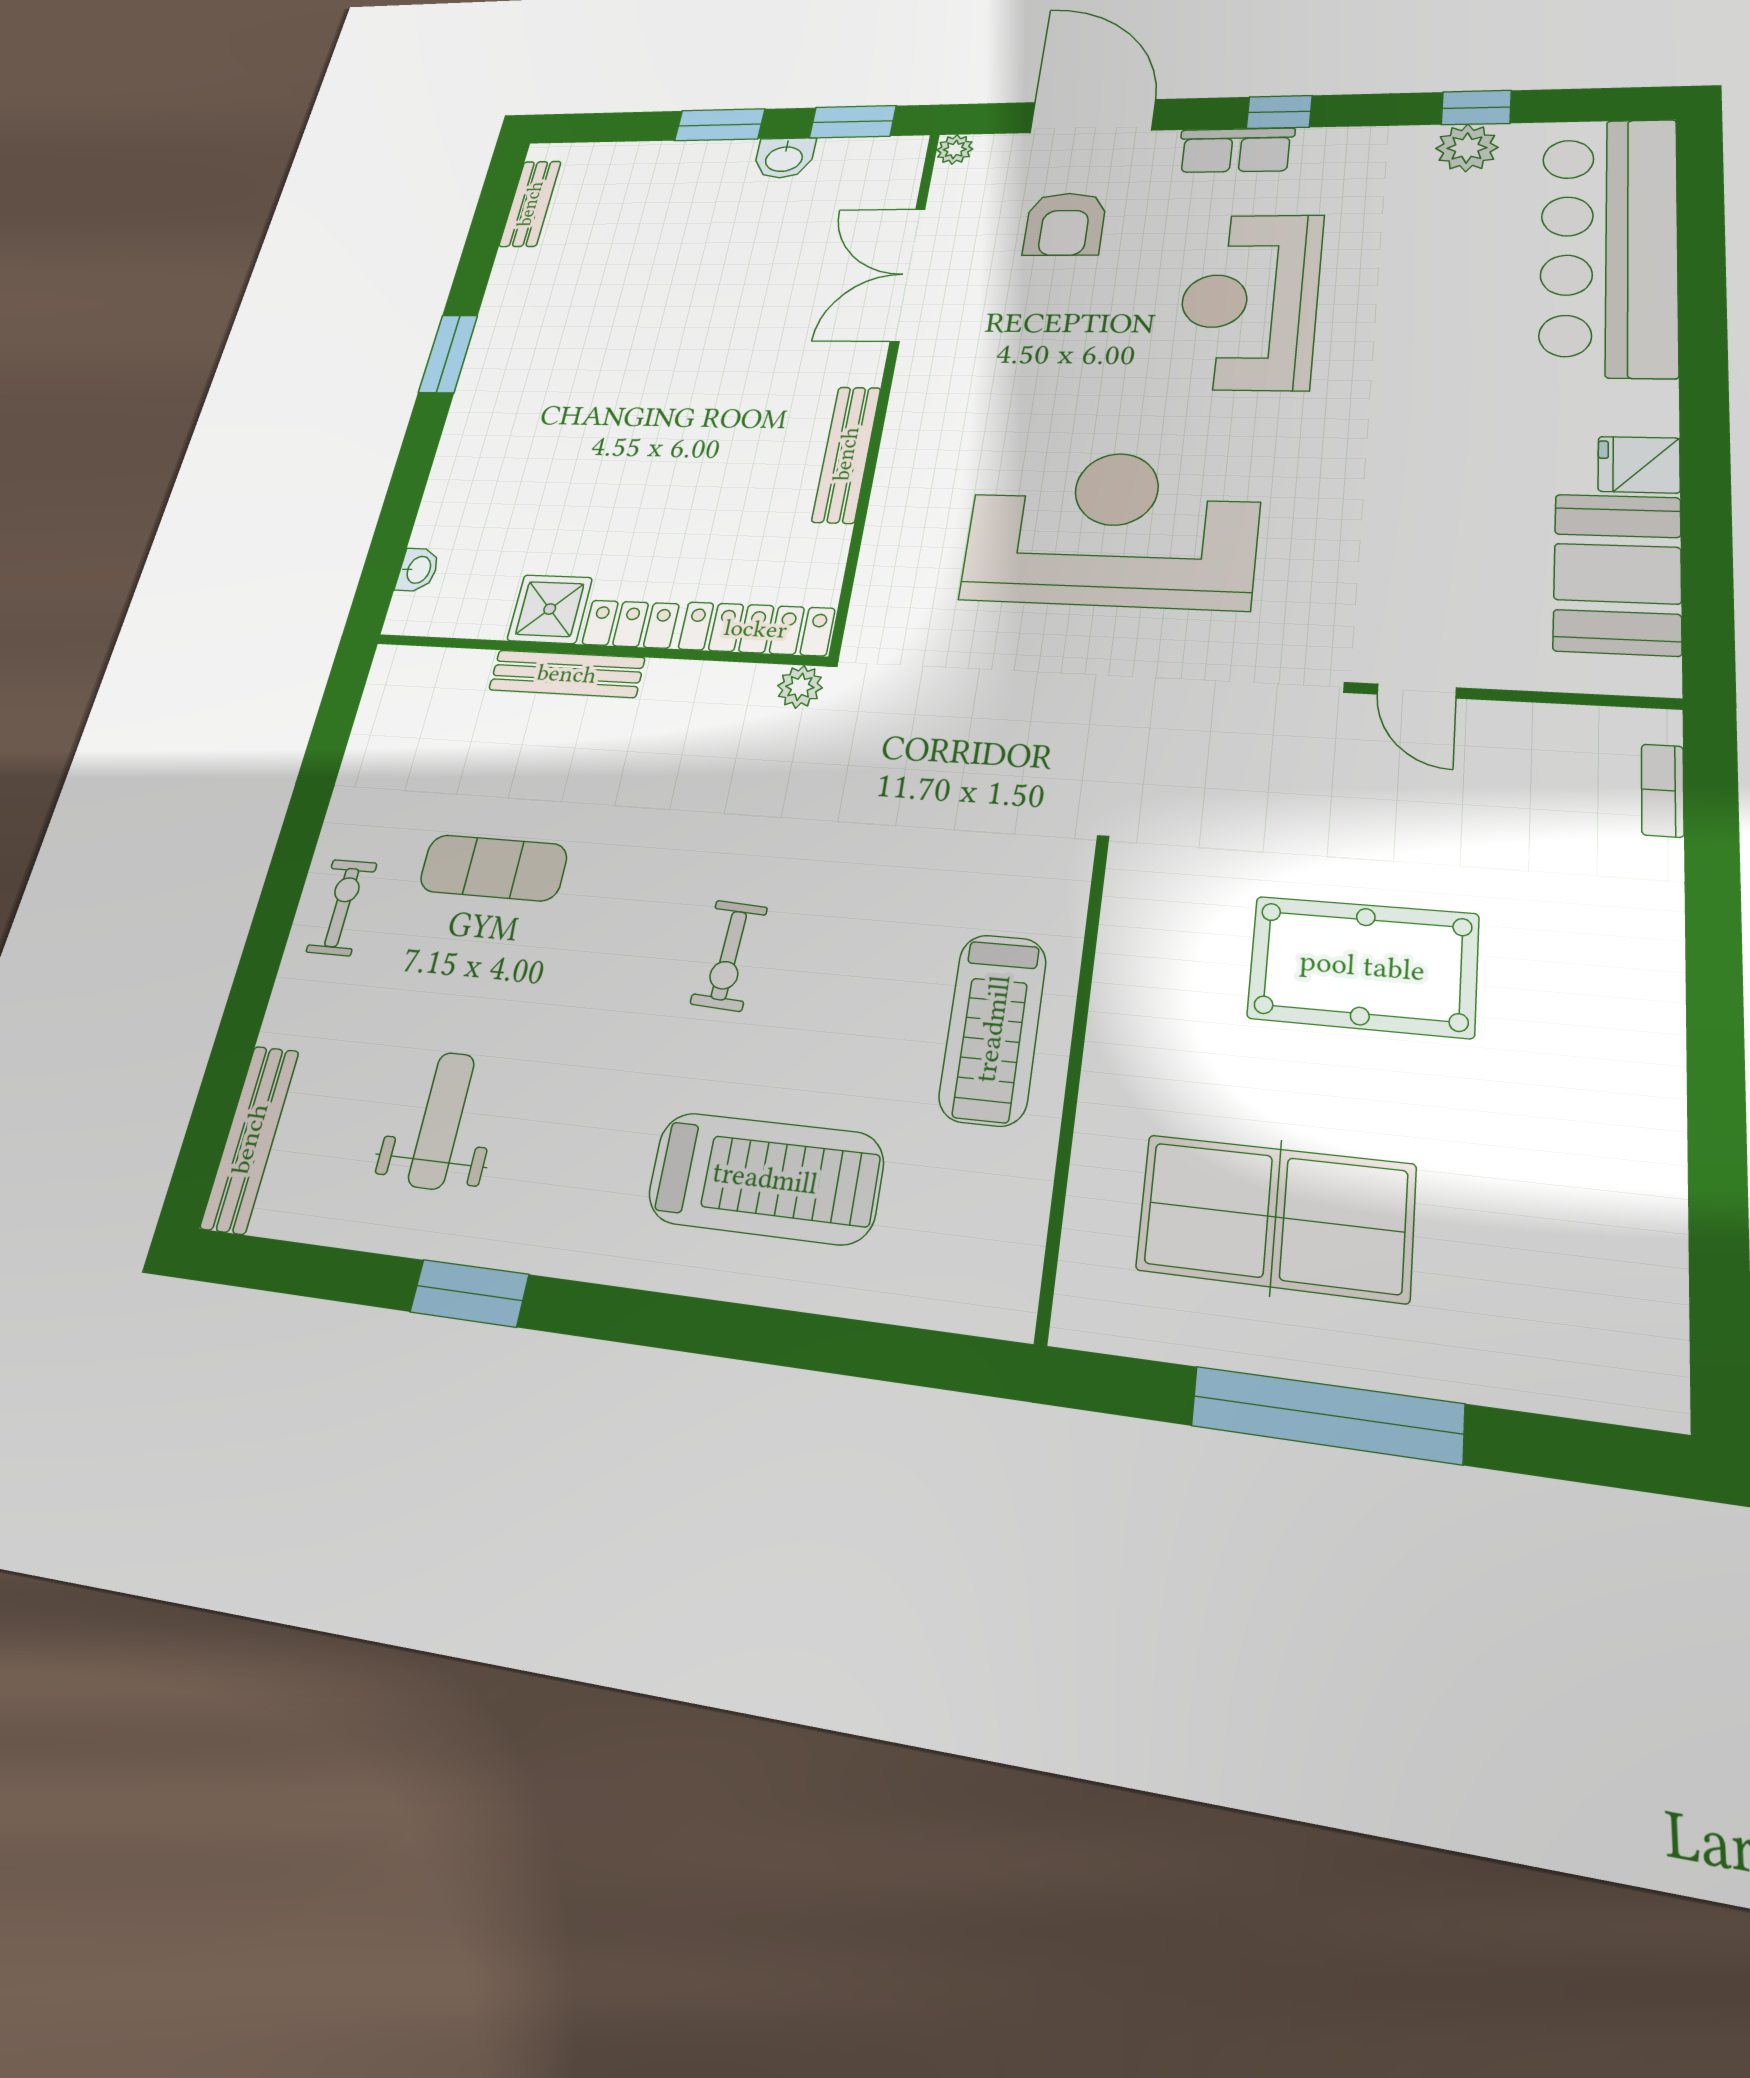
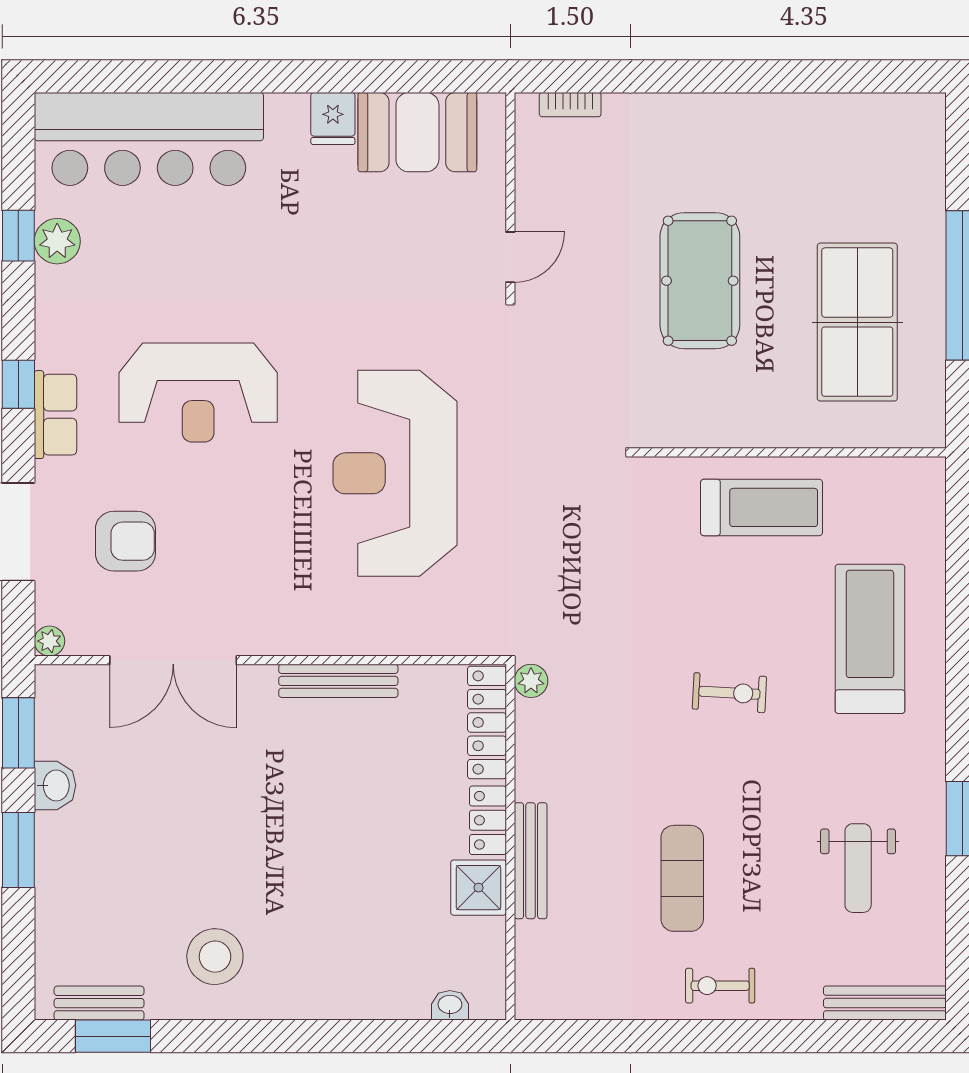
stool: (548, 317) -> (215, 957), added
window: (448, 354) -> (113, 1036), moved
weight bench: (441, 1120) -> (858, 868), turned -90

